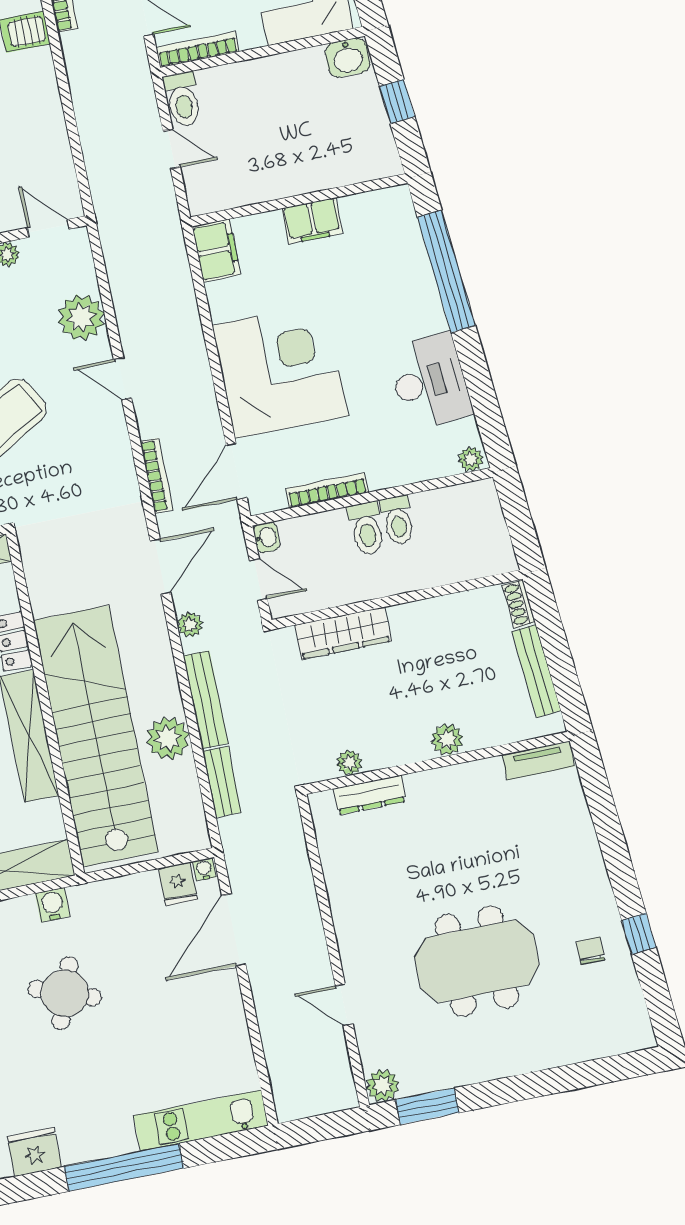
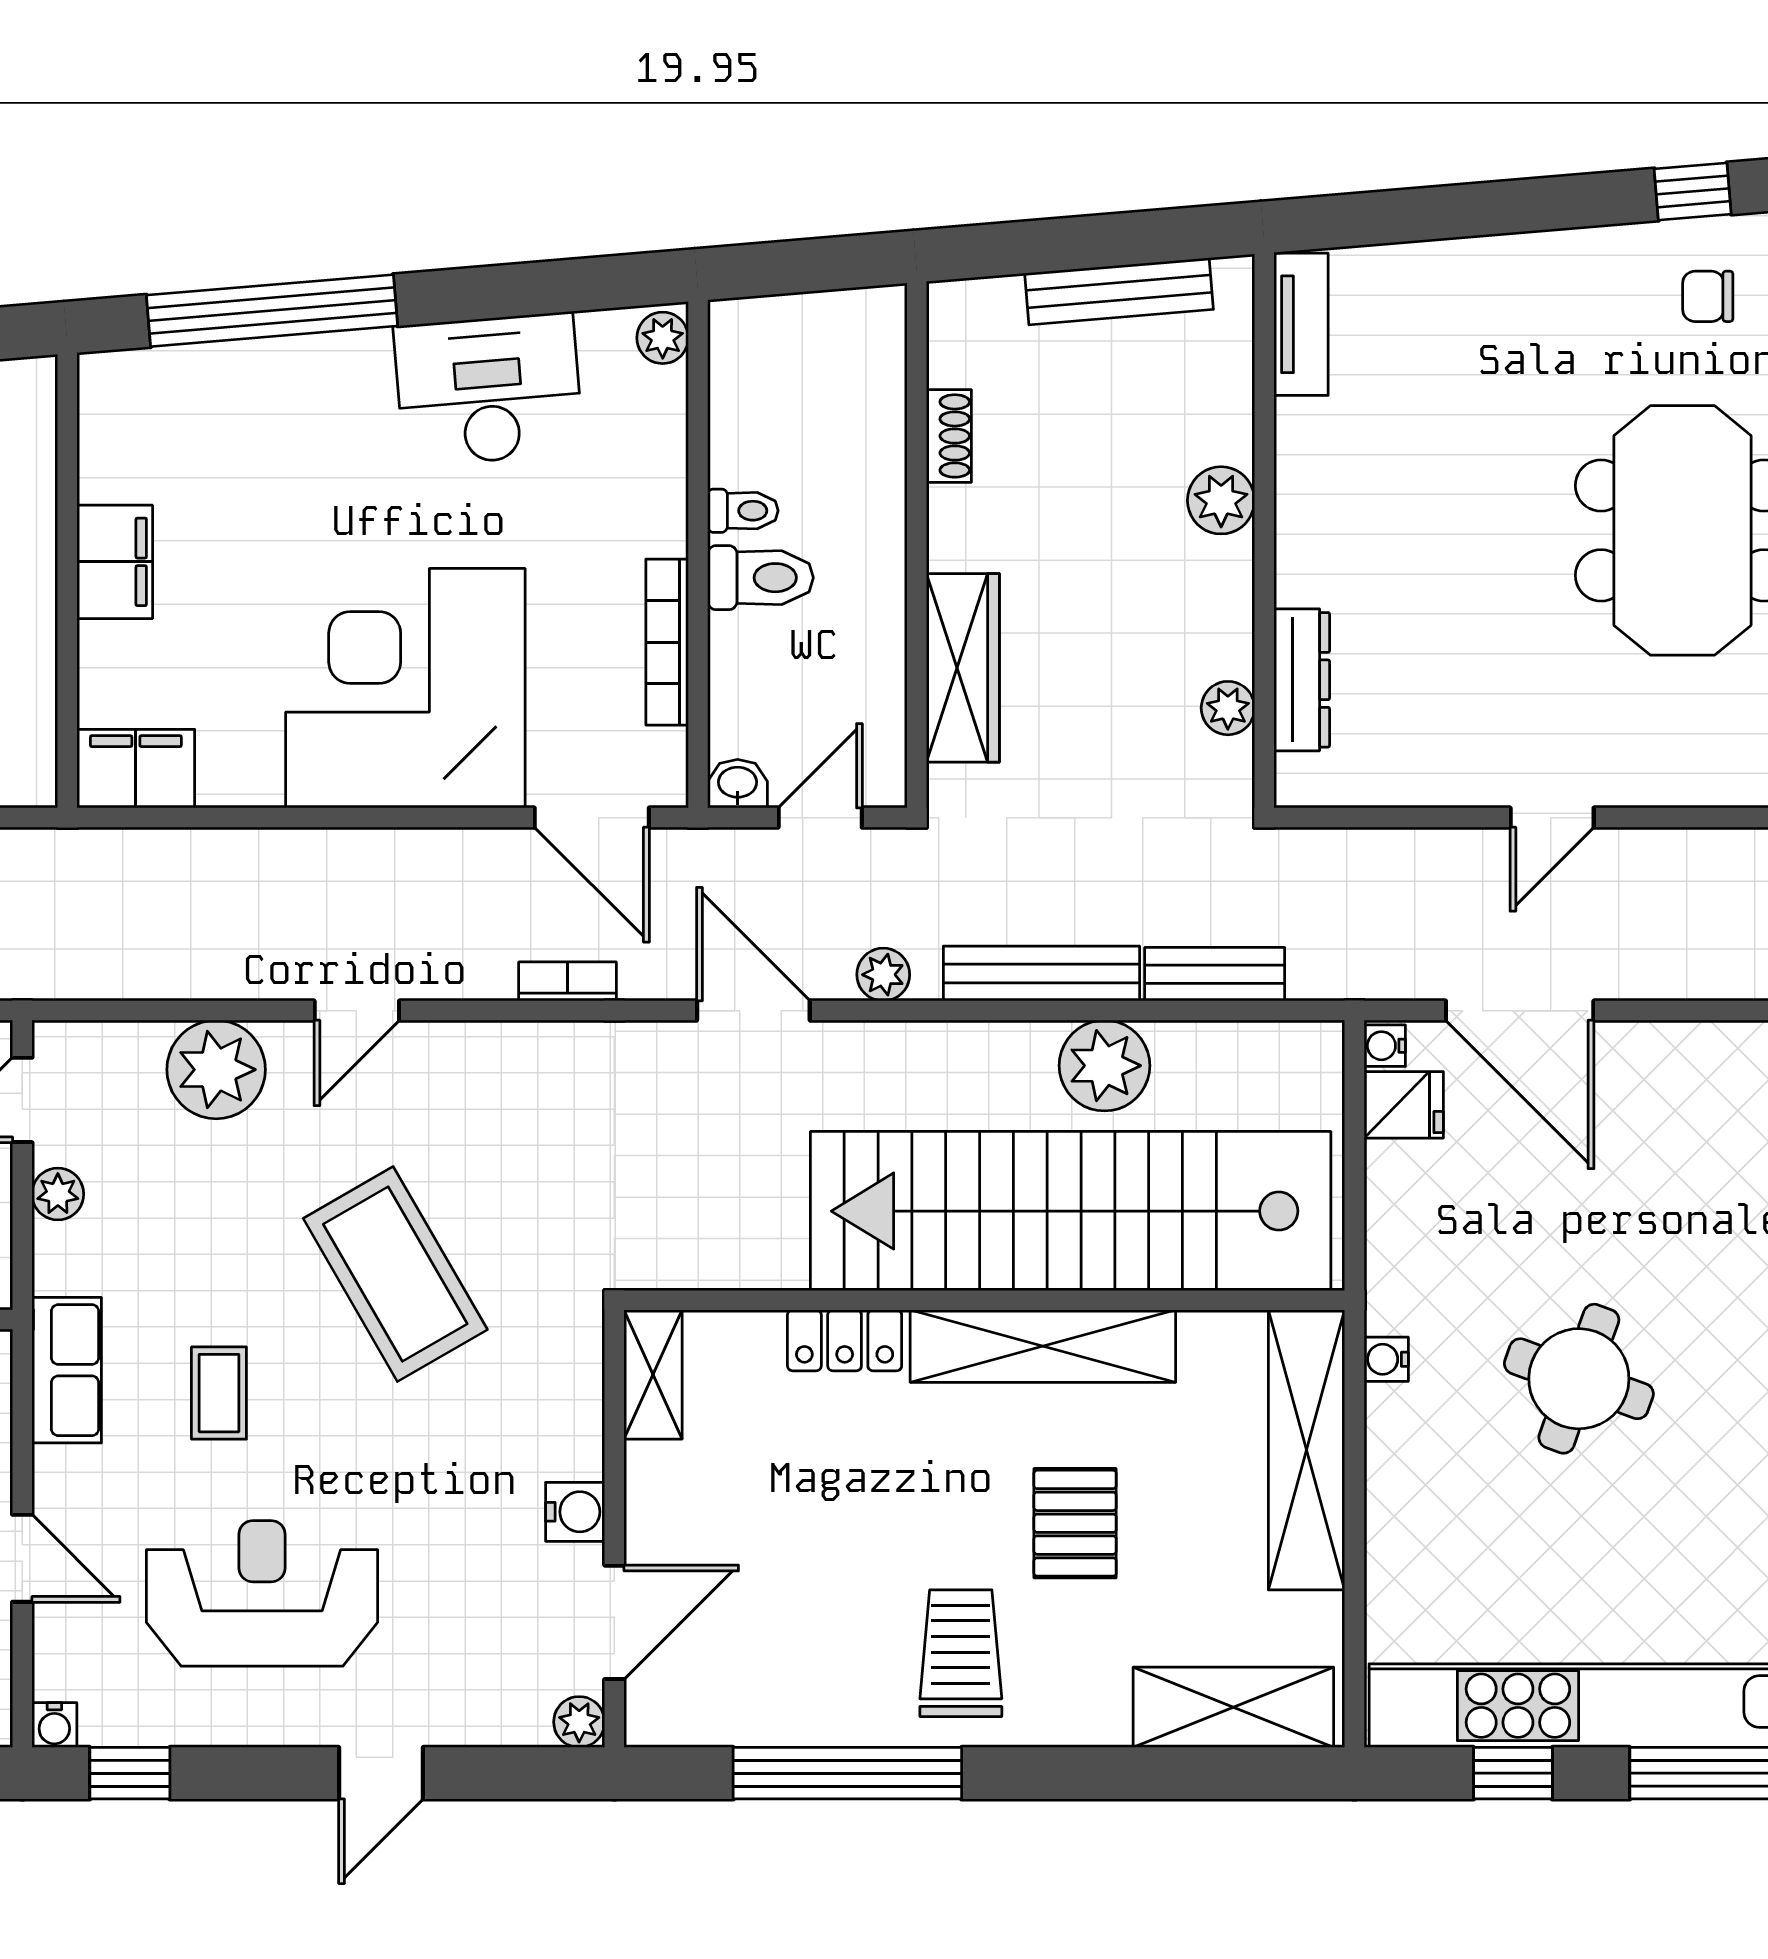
bookcase: (157, 476) -> (567, 981), width x0.64
toilet: (398, 520) -> (743, 511), width x0.73, depth x0.72
shoe rack: (519, 604) -> (949, 436), moved, turned -85
water cooler: (52, 905) -> (1386, 1359), width x0.72, depth x0.72
door: (344, 1005) -> (1552, 818), moved

